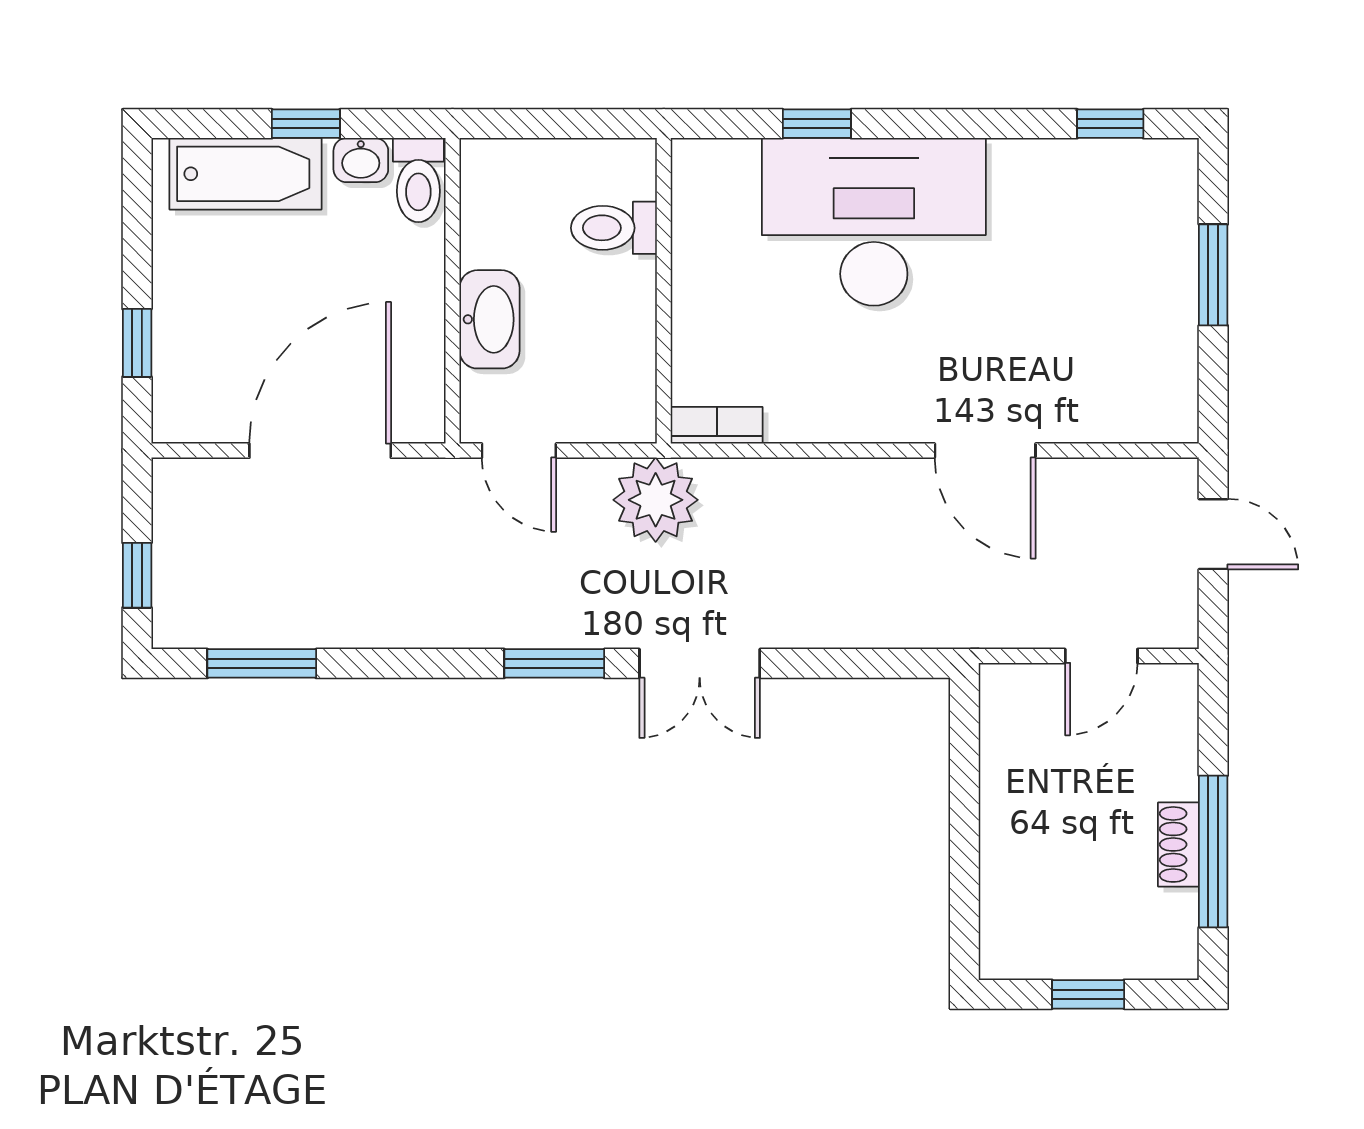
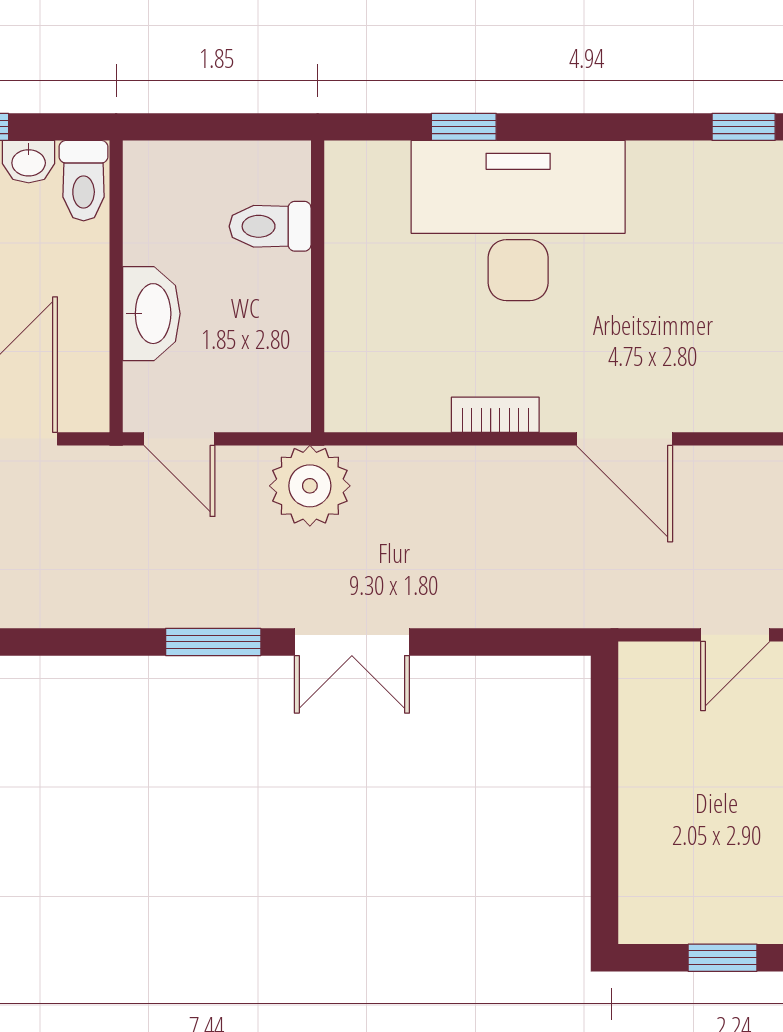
bookcase: (717, 425) -> (495, 415), moved

